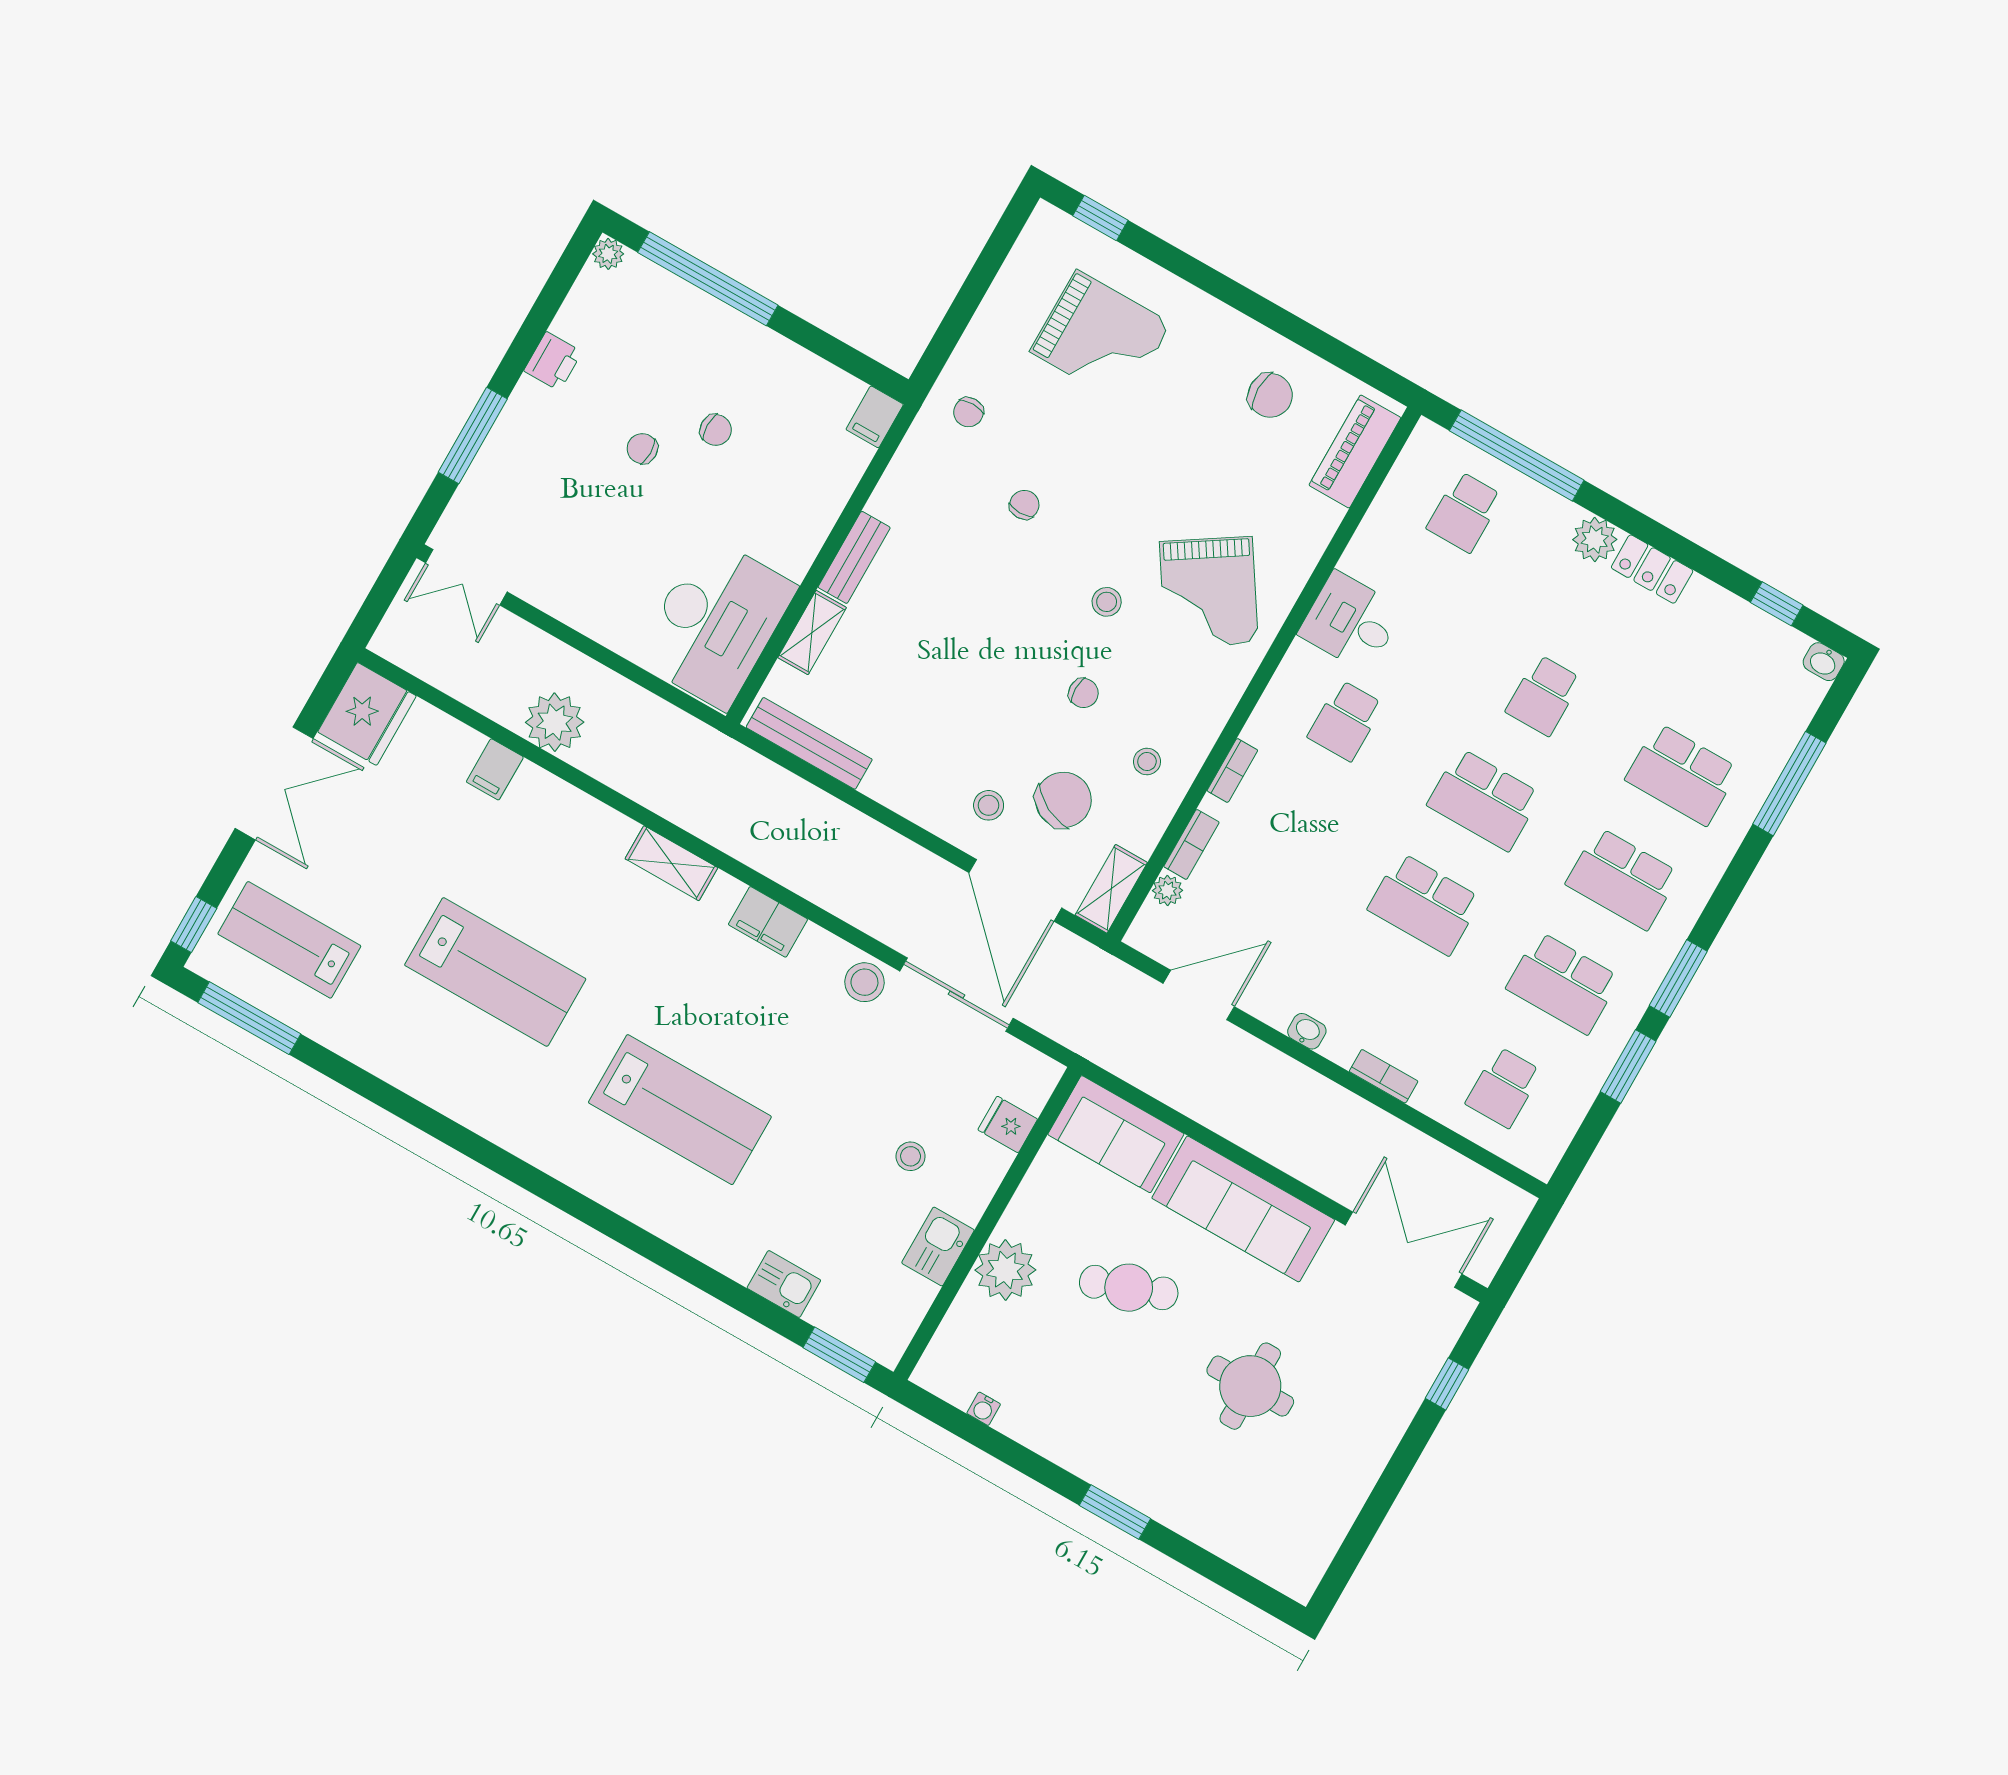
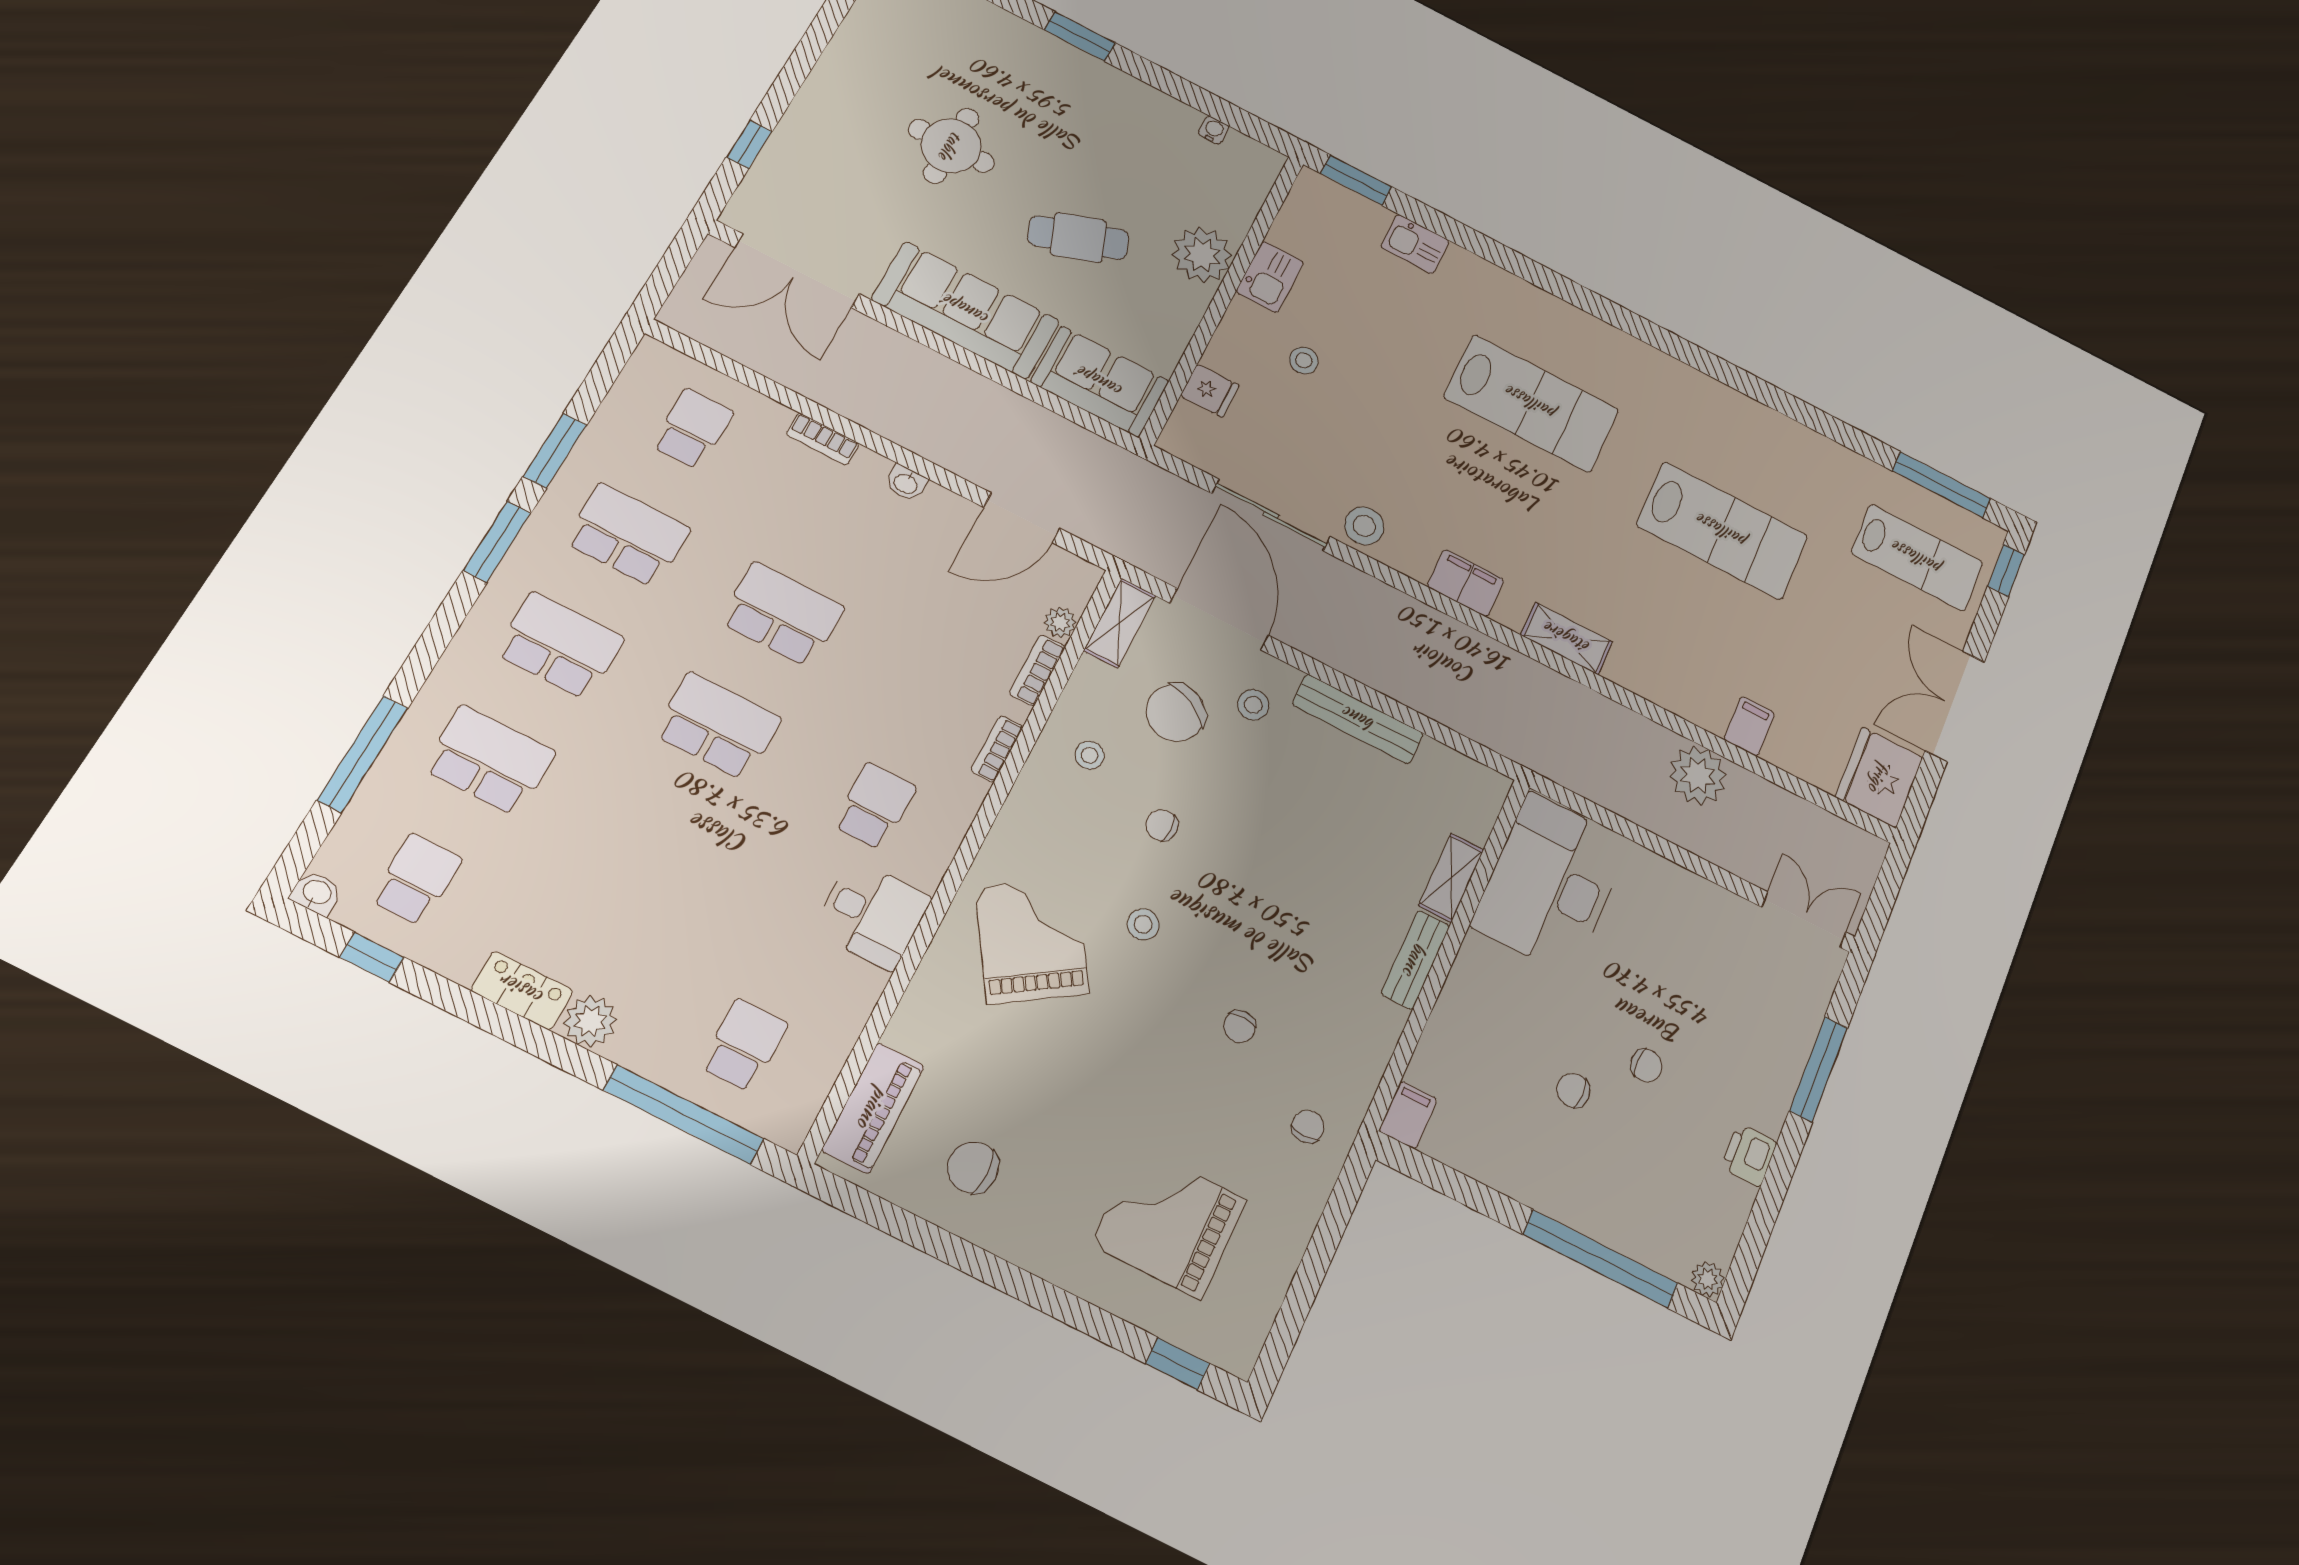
school desk: (1544, 695) -> (416, 879), moved
bench: (809, 743) -> (1358, 719), moved
lab bench: (495, 972) -> (1722, 531), turned 180
lab bench: (680, 1110) -> (1531, 403), turned 180

